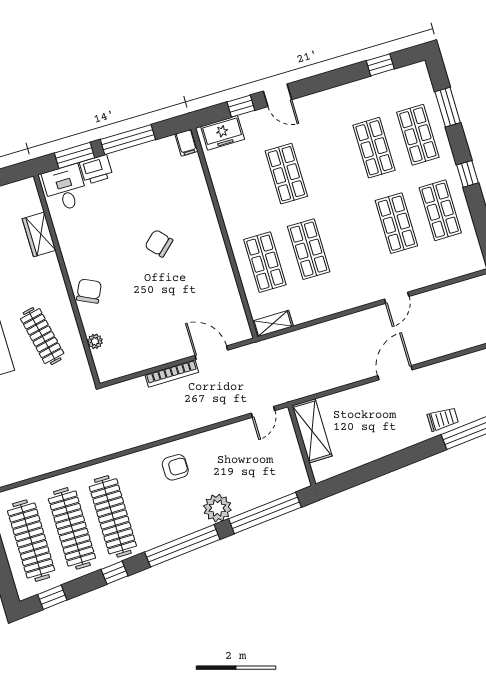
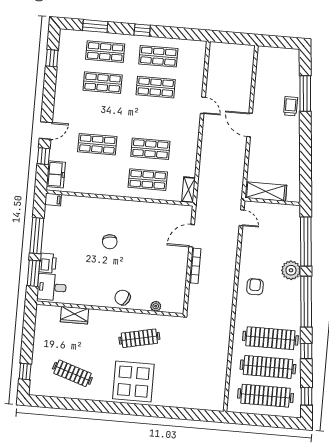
chair: (159, 243) -> (110, 242), turned -58

